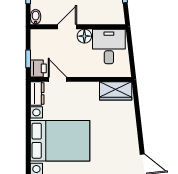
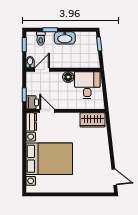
door: (67, 27) -> (42, 70), moved

